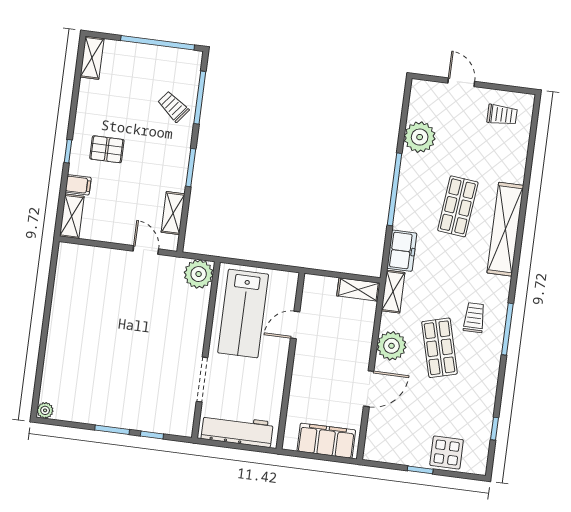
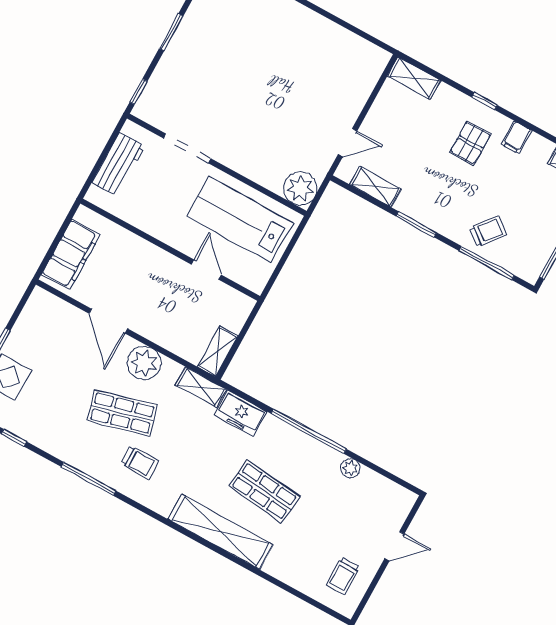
plant: (420, 137) -> (350, 468), width x0.53, depth x0.53
filing cabinet: (78, 185) -> (516, 137), moved
window: (507, 329) -> (89, 479), moved
workbench: (237, 430) -> (119, 164), width x0.73
window: (152, 435) -> (139, 92), moved

